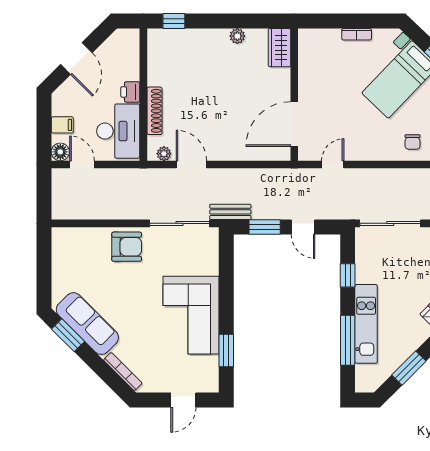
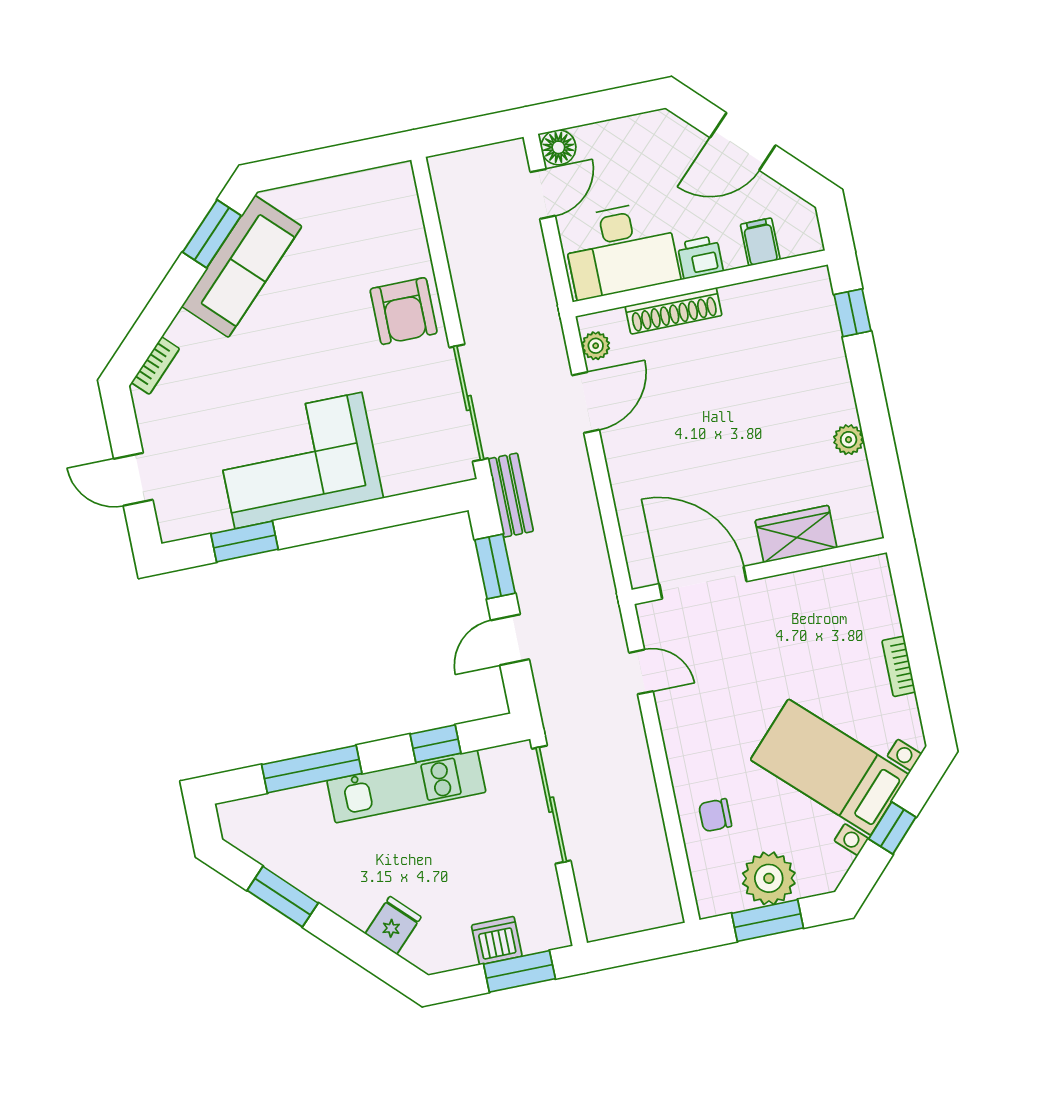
wardrobe: (279, 48) -> (796, 534), moved
filing cabinet: (62, 125) -> (760, 242), moved, turned 180
kitchen unit: (366, 324) -> (406, 786), moved
bookcase: (123, 372) -> (155, 366), width x0.64

